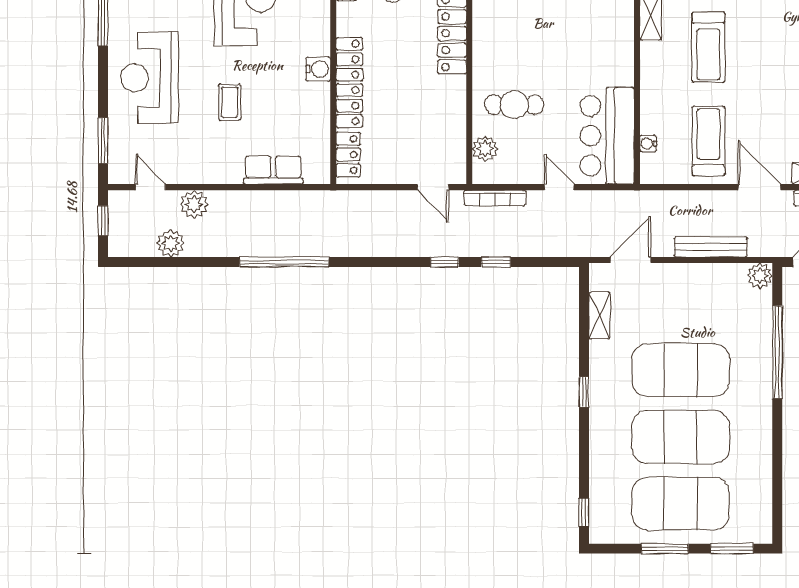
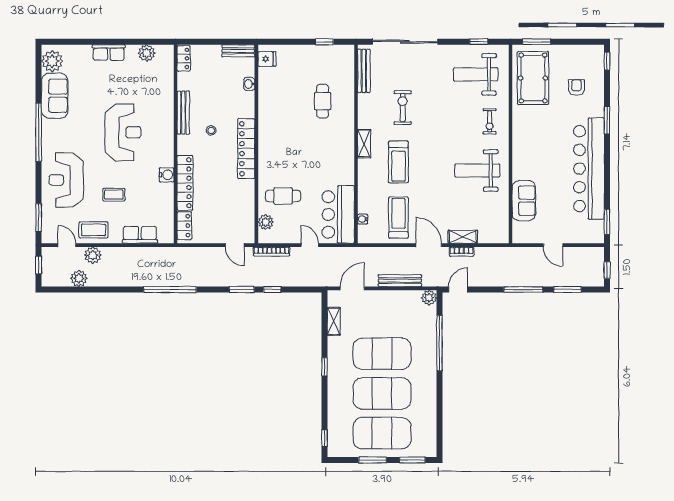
coffee table: (230, 102) -> (114, 195), turned 90
coffee table: (195, 162) -> (94, 230), added
window: (284, 262) -> (170, 290), moved
window: (445, 262) -> (242, 290), width x1.50

